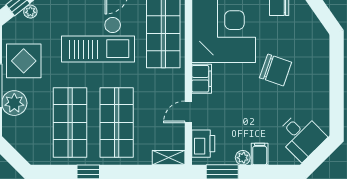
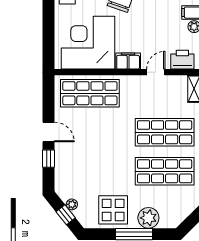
checkout: (98, 40) -> (95, 148), removed
door: (188, 112) -> (156, 72), swing flipped

